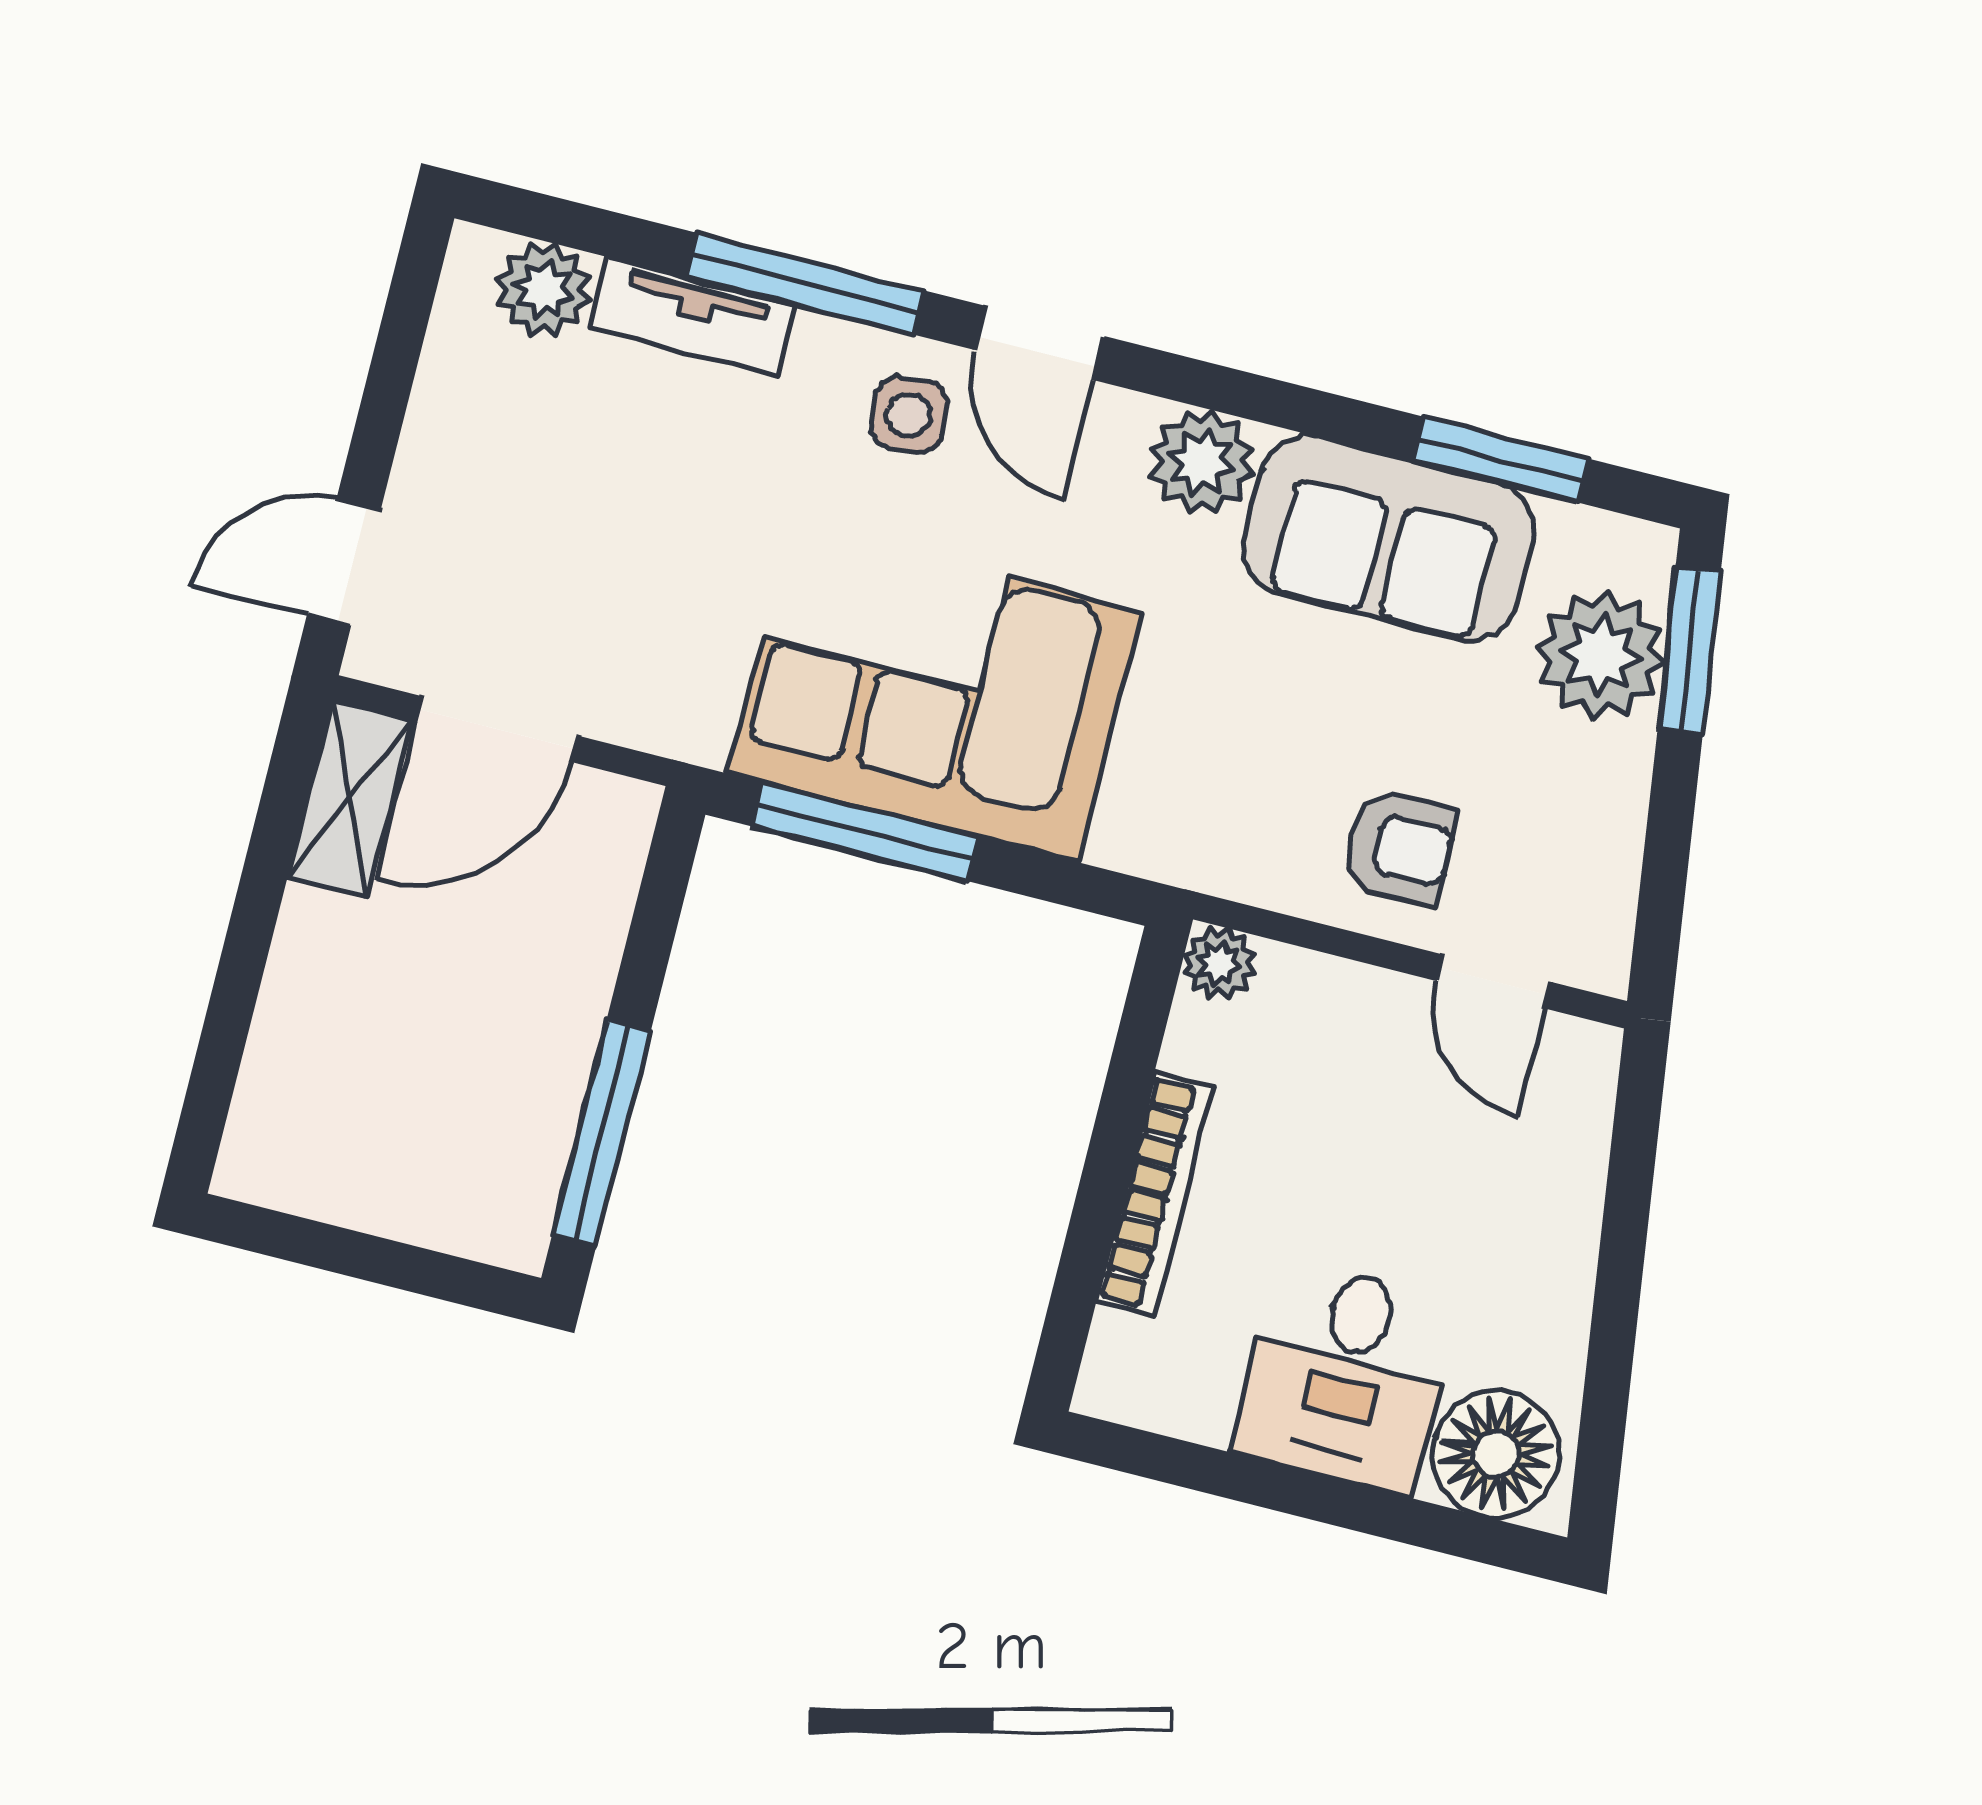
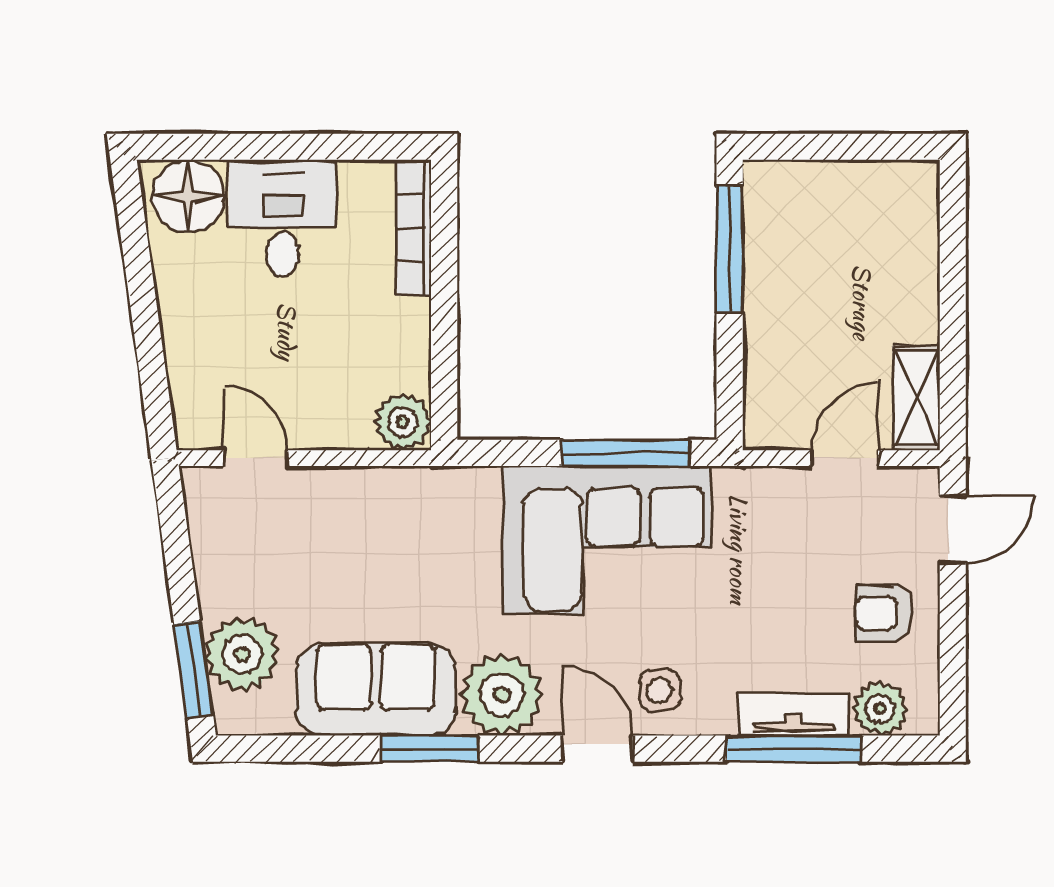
window: (805, 284) -> (794, 749), moved
window: (1500, 460) -> (430, 749), moved
plant: (1201, 462) -> (502, 694), width x1.36, depth x1.36
door: (497, 729) -> (844, 458), width x0.73
armchair: (1399, 847) -> (884, 613), moved
plant: (1219, 963) -> (403, 422), width x1.38, depth x1.38
bookcase: (1155, 1194) -> (414, 228), moved

